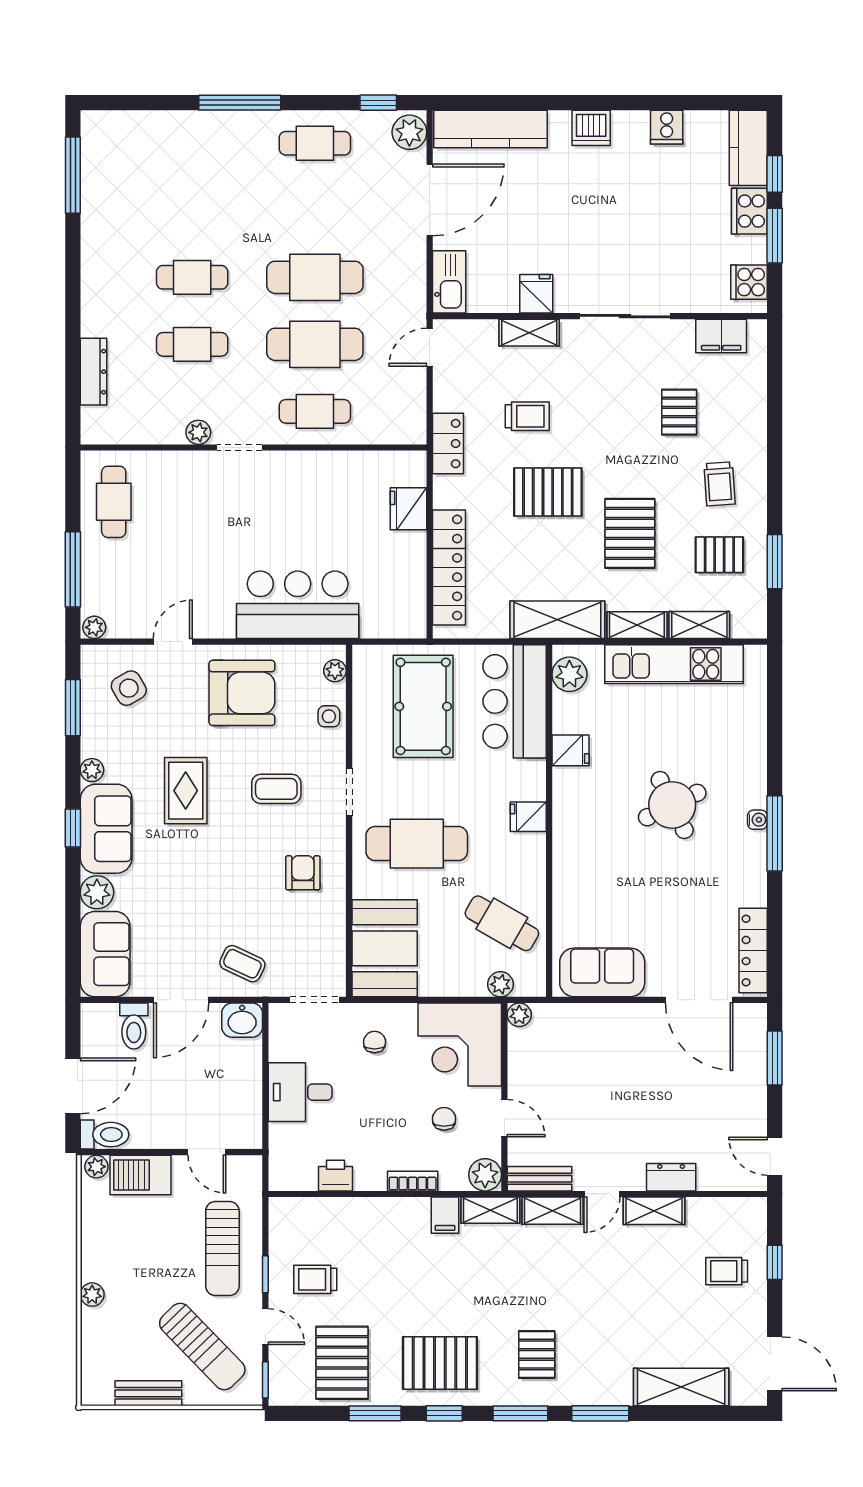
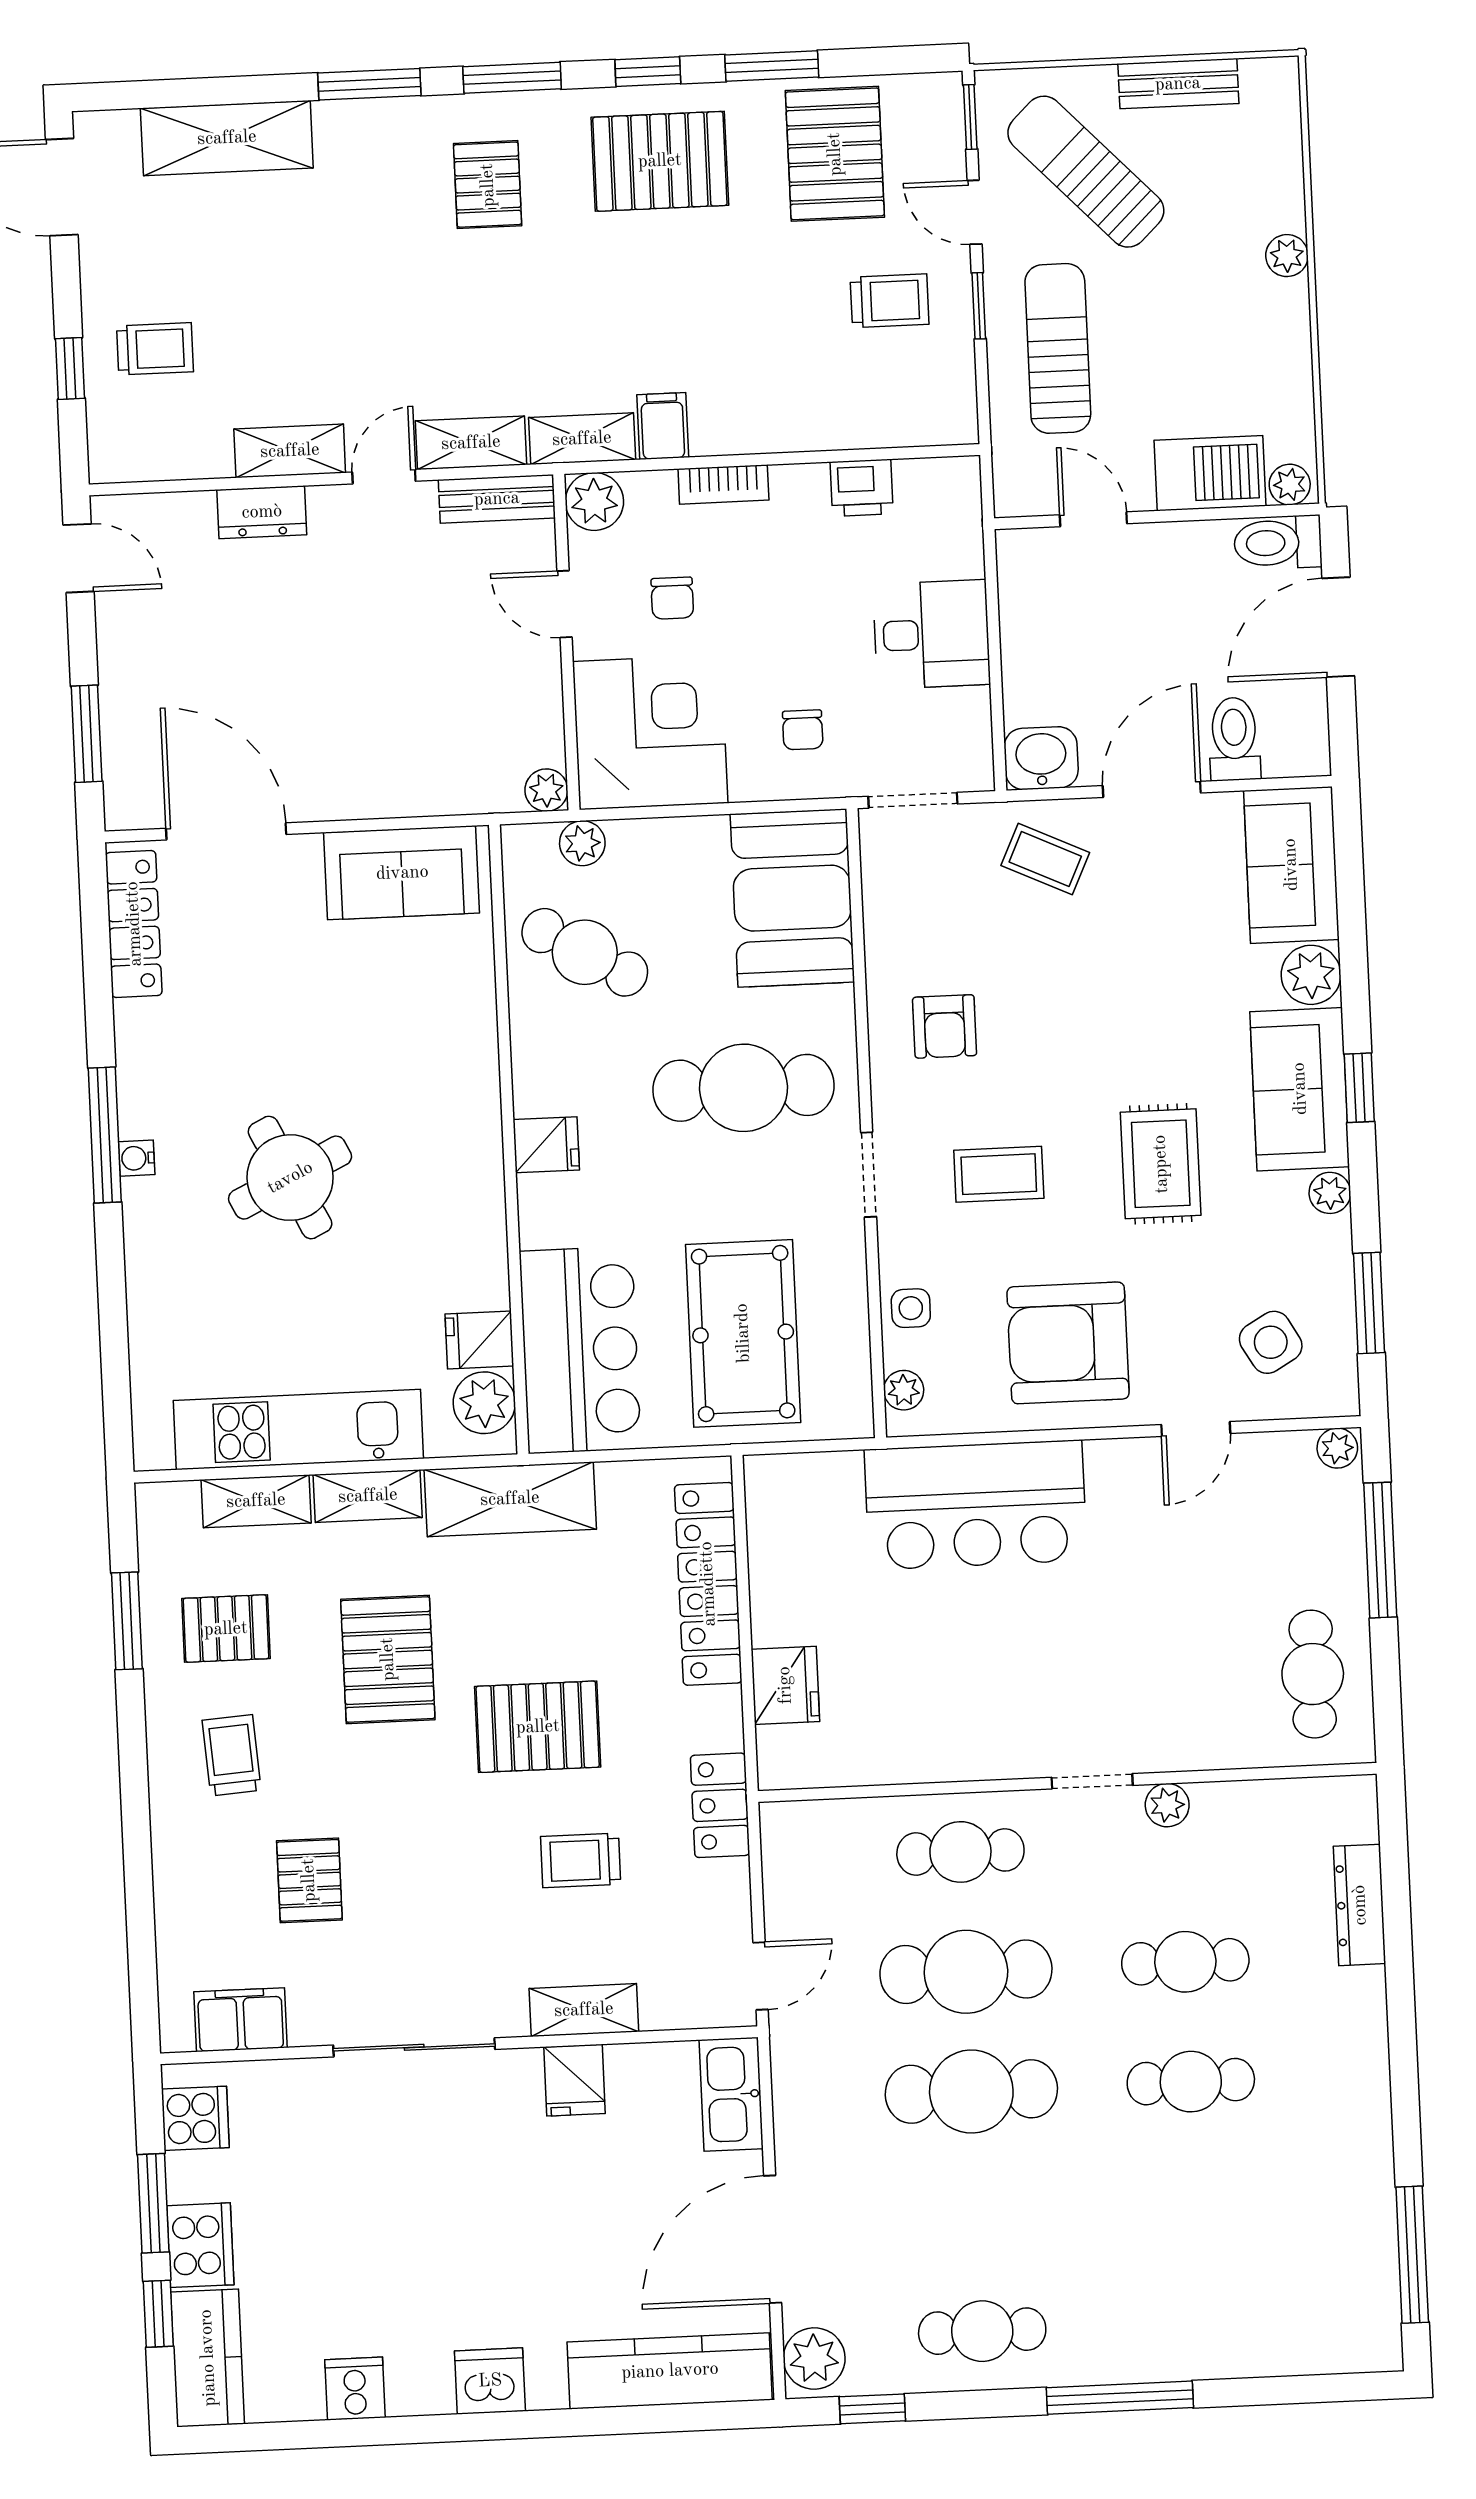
fridge: (571, 750) -> (479, 1340), moved

